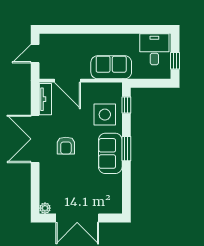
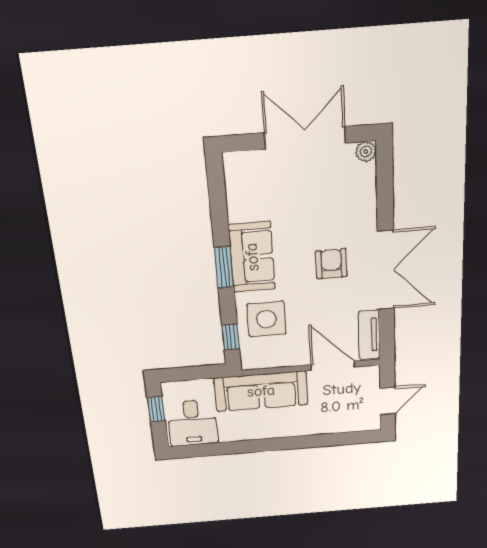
sofa: (111, 67) -> (261, 391), width x1.36

